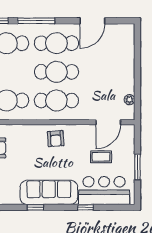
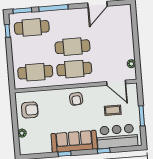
cafe table: (56, 43) -> (71, 24), removed
door: (108, 122) -> (116, 83), hinge flipped

